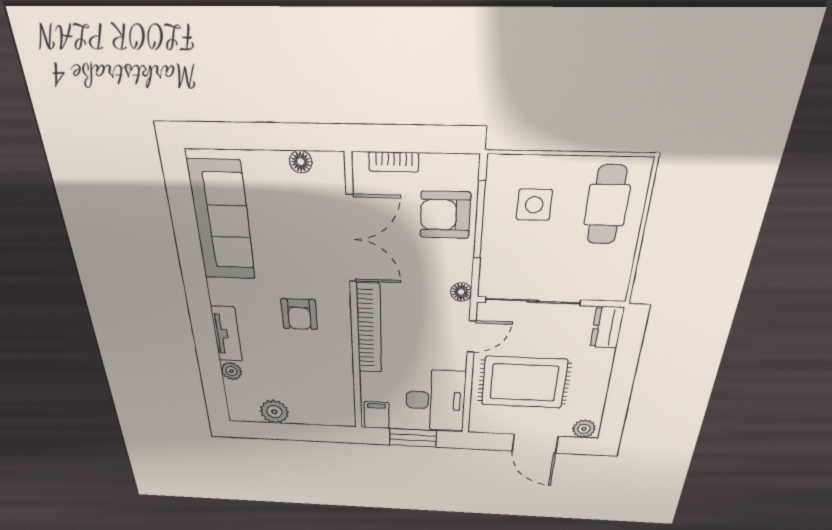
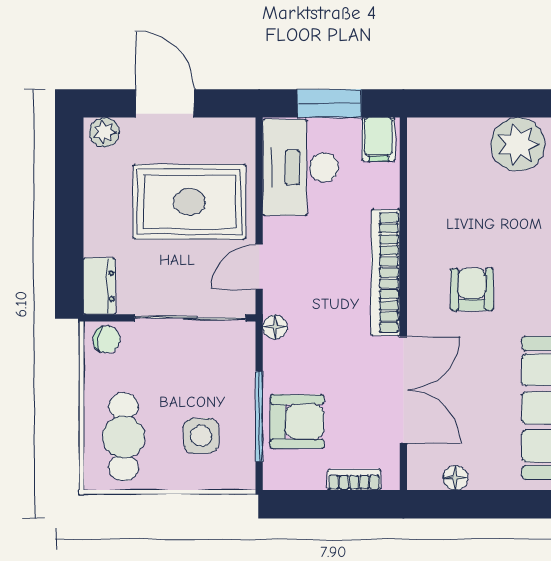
double door: (351, 239) -> (403, 390), swing flipped
chair: (608, 287) -> (107, 340), added
plant: (274, 412) -> (518, 144), width x1.36, depth x1.36

